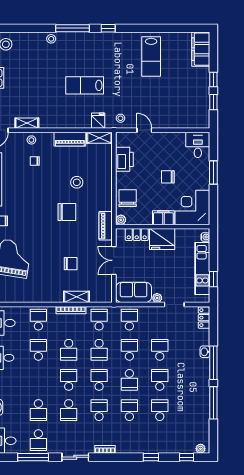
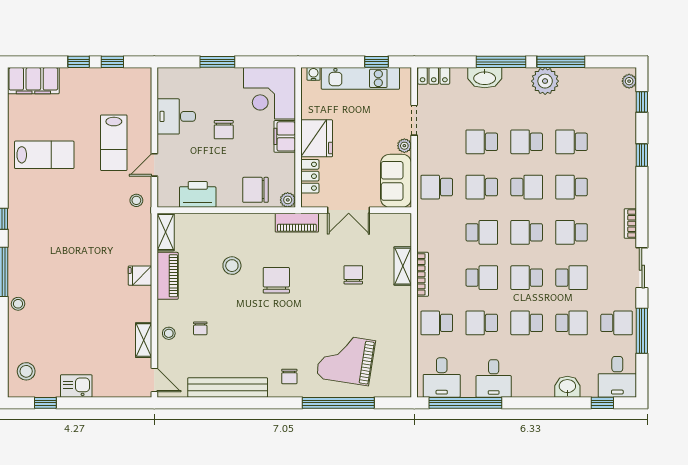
lab bench: (85, 85) -> (114, 143), moved
fridge: (98, 121) -> (140, 276), moved
desk: (198, 145) -> (176, 116), moved
school desk: (99, 320) -> (527, 323), moved
washbasin: (205, 352) -> (485, 78), width x1.91, depth x1.45
plant: (201, 392) -> (545, 81), added

